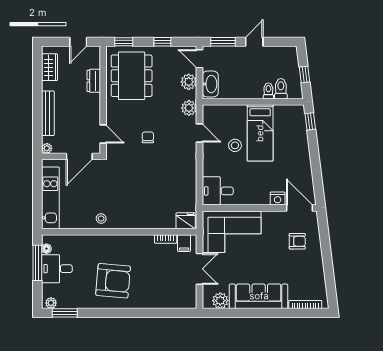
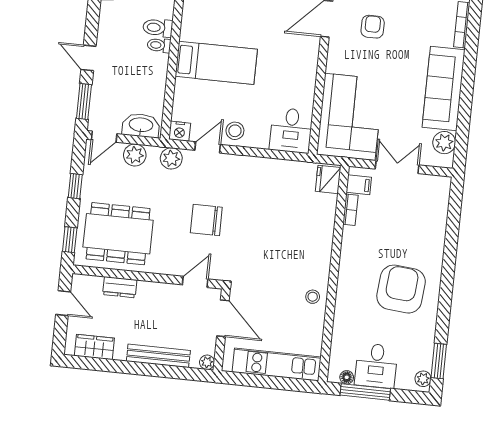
chair: (148, 137) -> (206, 220), width x1.87, depth x1.87
stool: (235, 145) -> (235, 131), moved
nightstand: (278, 199) -> (180, 131), moved, turned 90

